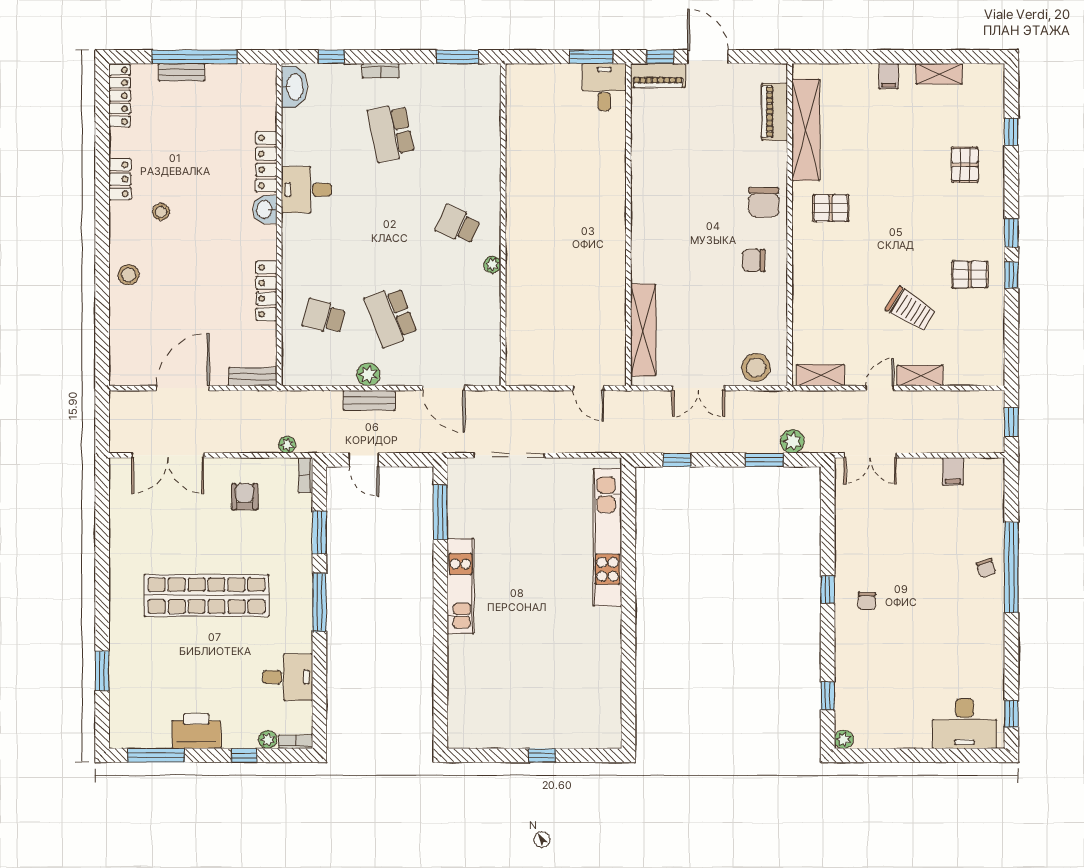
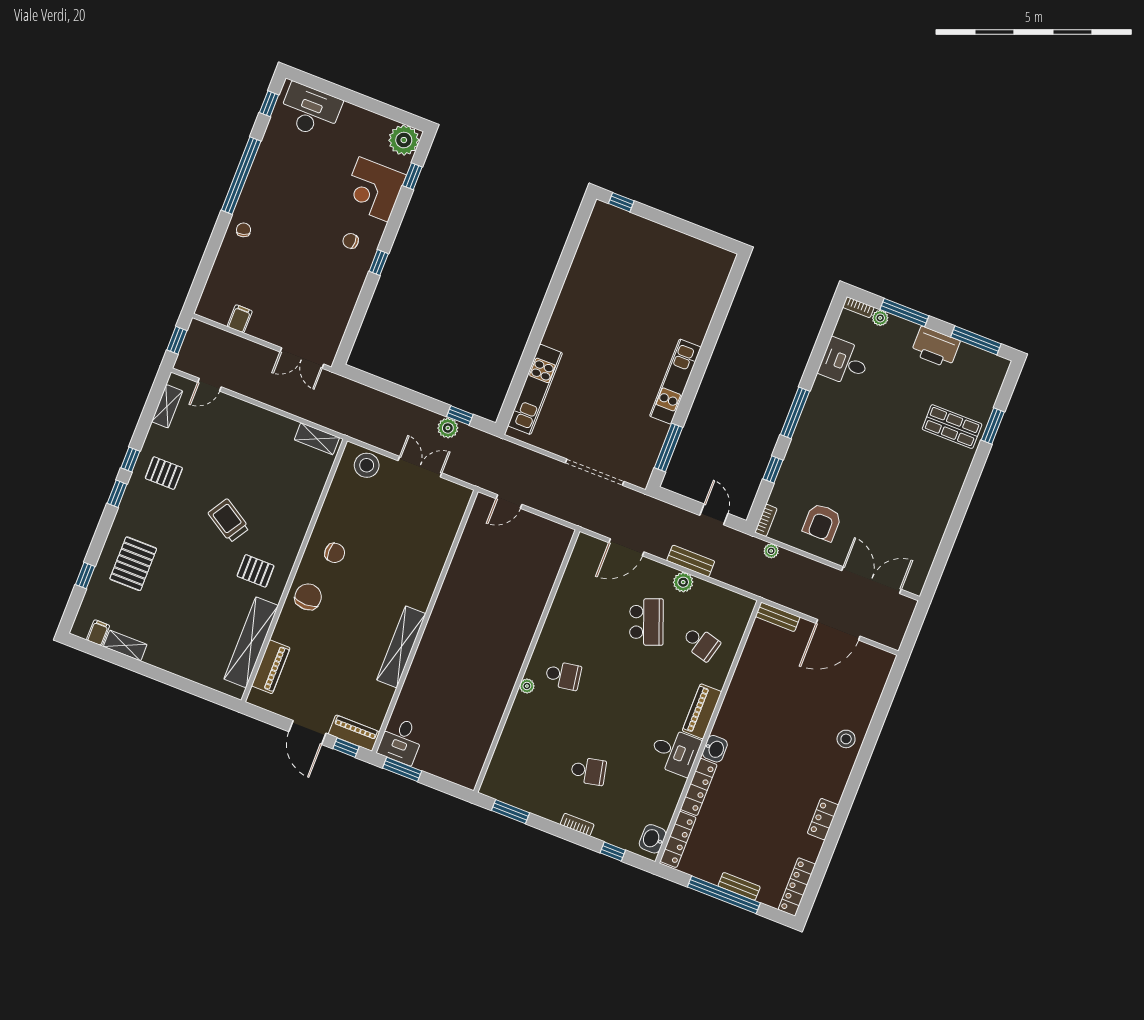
filing cabinet: (889, 76) -> (98, 633), moved
washbasin: (294, 87) -> (653, 839), width x0.72
school desk: (391, 133) -> (588, 771), width x0.54
pallet: (965, 165) -> (133, 564), width x1.50, depth x1.42
stool: (161, 212) -> (800, 780), removed
school desk: (458, 225) -> (563, 675), turned -33
piano: (294, 244) -> (702, 711), added
plant: (492, 265) -> (527, 686), moved
locker: (267, 291) -> (678, 839), moved
trolley: (911, 309) -> (229, 521), moved
shelving: (643, 330) -> (401, 647), moved
shelving: (920, 376) -> (167, 406), moved, turned 90
door: (444, 388) -> (626, 547), swing flipped
door: (588, 388) -> (509, 501), swing flipped
door: (880, 388) -> (209, 385), moved
plant: (792, 441) -> (448, 428), moved
double door: (870, 455) -> (302, 358), swing flipped
window: (764, 460) -> (389, 388), removed
armchair: (245, 497) -> (822, 522), width x1.38, depth x1.38
window: (319, 533) -> (773, 469), width x0.67
kitchen unit: (607, 538) -> (535, 389), width x0.73
window: (1011, 567) -> (241, 176), moved
shop shelf: (207, 596) -> (952, 427), moved, width x0.50, depth x0.74
chair: (867, 601) -> (351, 241), turned -90
corner desk: (864, 666) -> (374, 189), added
plant: (844, 739) -> (404, 140), width x1.88, depth x1.88
window: (244, 755) -> (904, 313), width x2.17
window: (542, 755) -> (621, 202), moved

